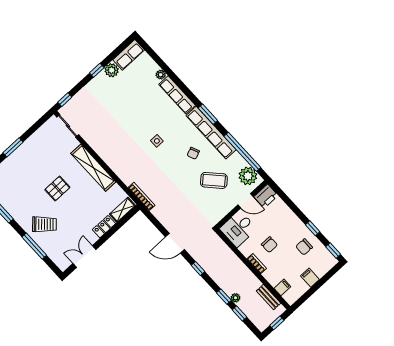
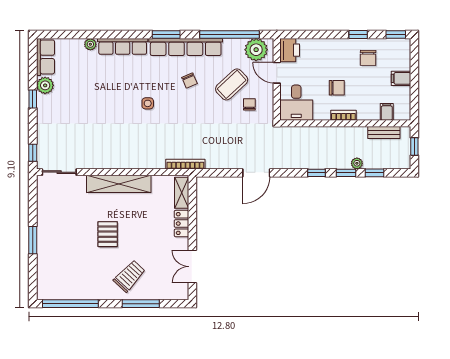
door: (246, 201) -> (277, 73), swing flipped
chair: (212, 202) -> (249, 104), added
window: (198, 268) -> (317, 173), moved

